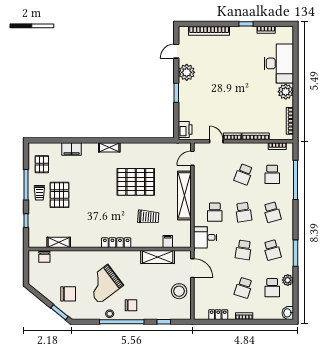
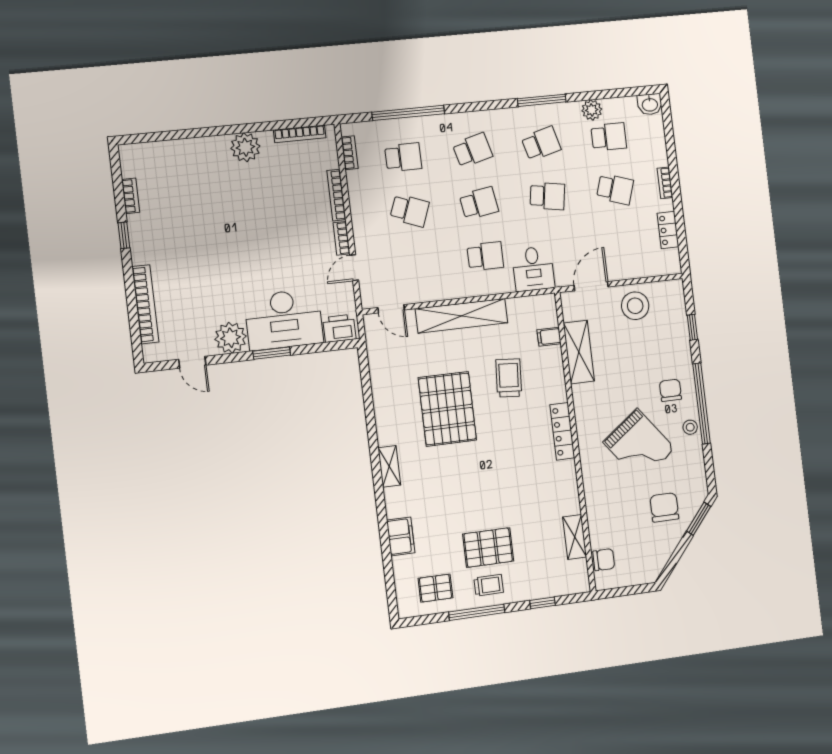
desk: (279, 63) -> (284, 320), moved, turned 180

